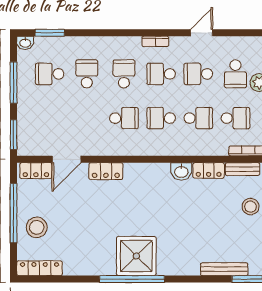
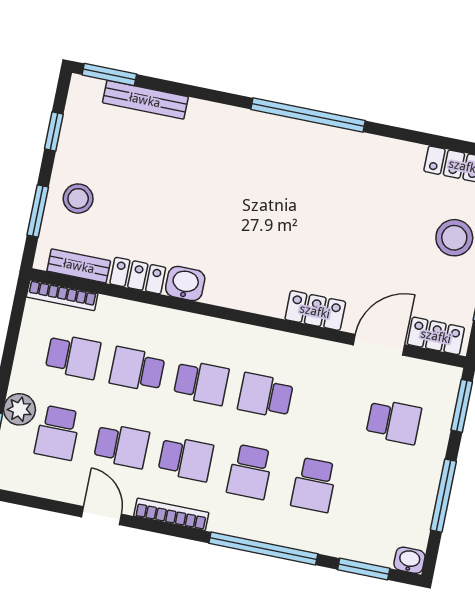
window: (108, 33) -> (263, 549), added
door: (202, 33) -> (102, 516), swing flipped
bookcase: (155, 41) -> (171, 514), width x1.56
school desk: (50, 74) -> (394, 422), moved
school desk: (235, 74) -> (57, 433), turned 180
school desk: (235, 118) -> (73, 356), turned 180
shower: (136, 256) -> (293, 153), removed

